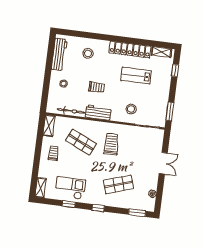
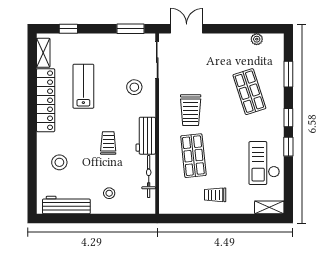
lab bench: (136, 76) -> (83, 86), turned 180
shelving: (49, 126) -> (175, 207), removed
shop shelf: (81, 142) -> (193, 156), turned -30
trolley: (111, 144) -> (191, 110), turned -88
double door: (163, 163) -> (187, 29), moved
window: (69, 204) -> (288, 147), moved
window: (137, 213) -> (288, 74), moved

